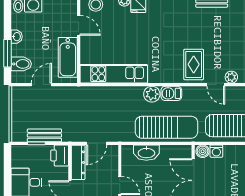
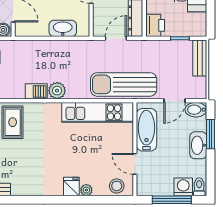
washbasin: (17, 37) -> (198, 145), width x1.91, depth x1.45
bidet: (21, 64) -> (196, 110), moved
sun lounger: (166, 127) -> (124, 84), moved
bench: (44, 135) -> (200, 58), moved, turned 90

